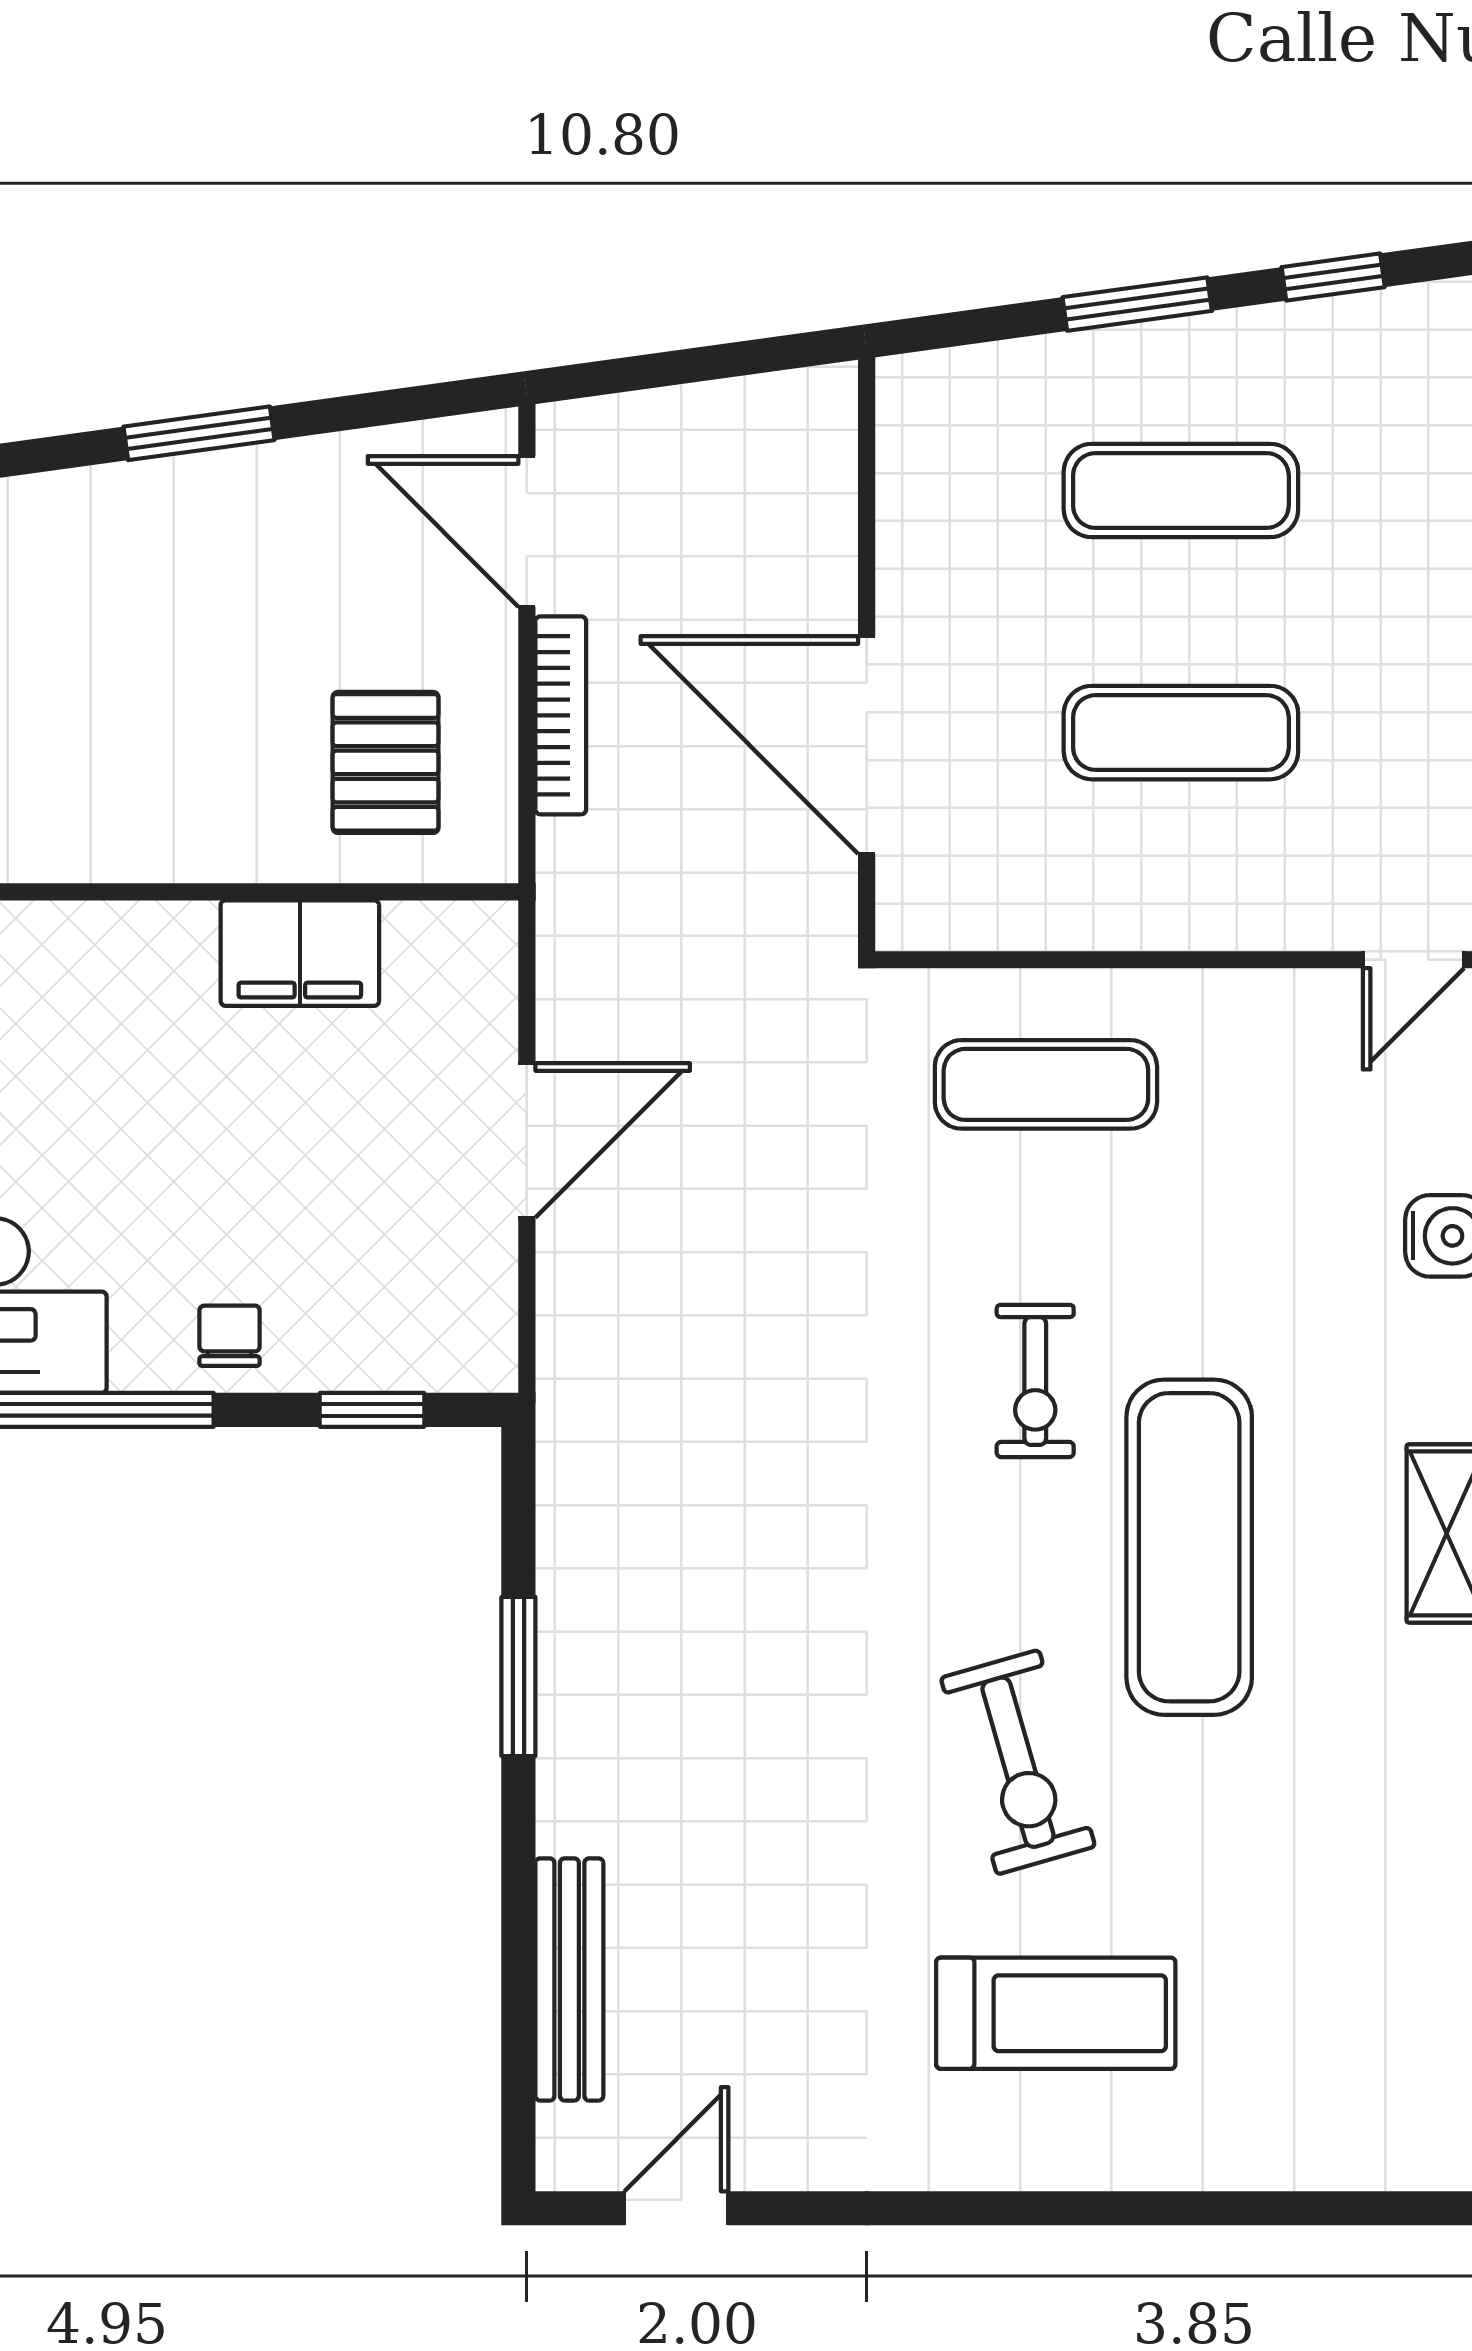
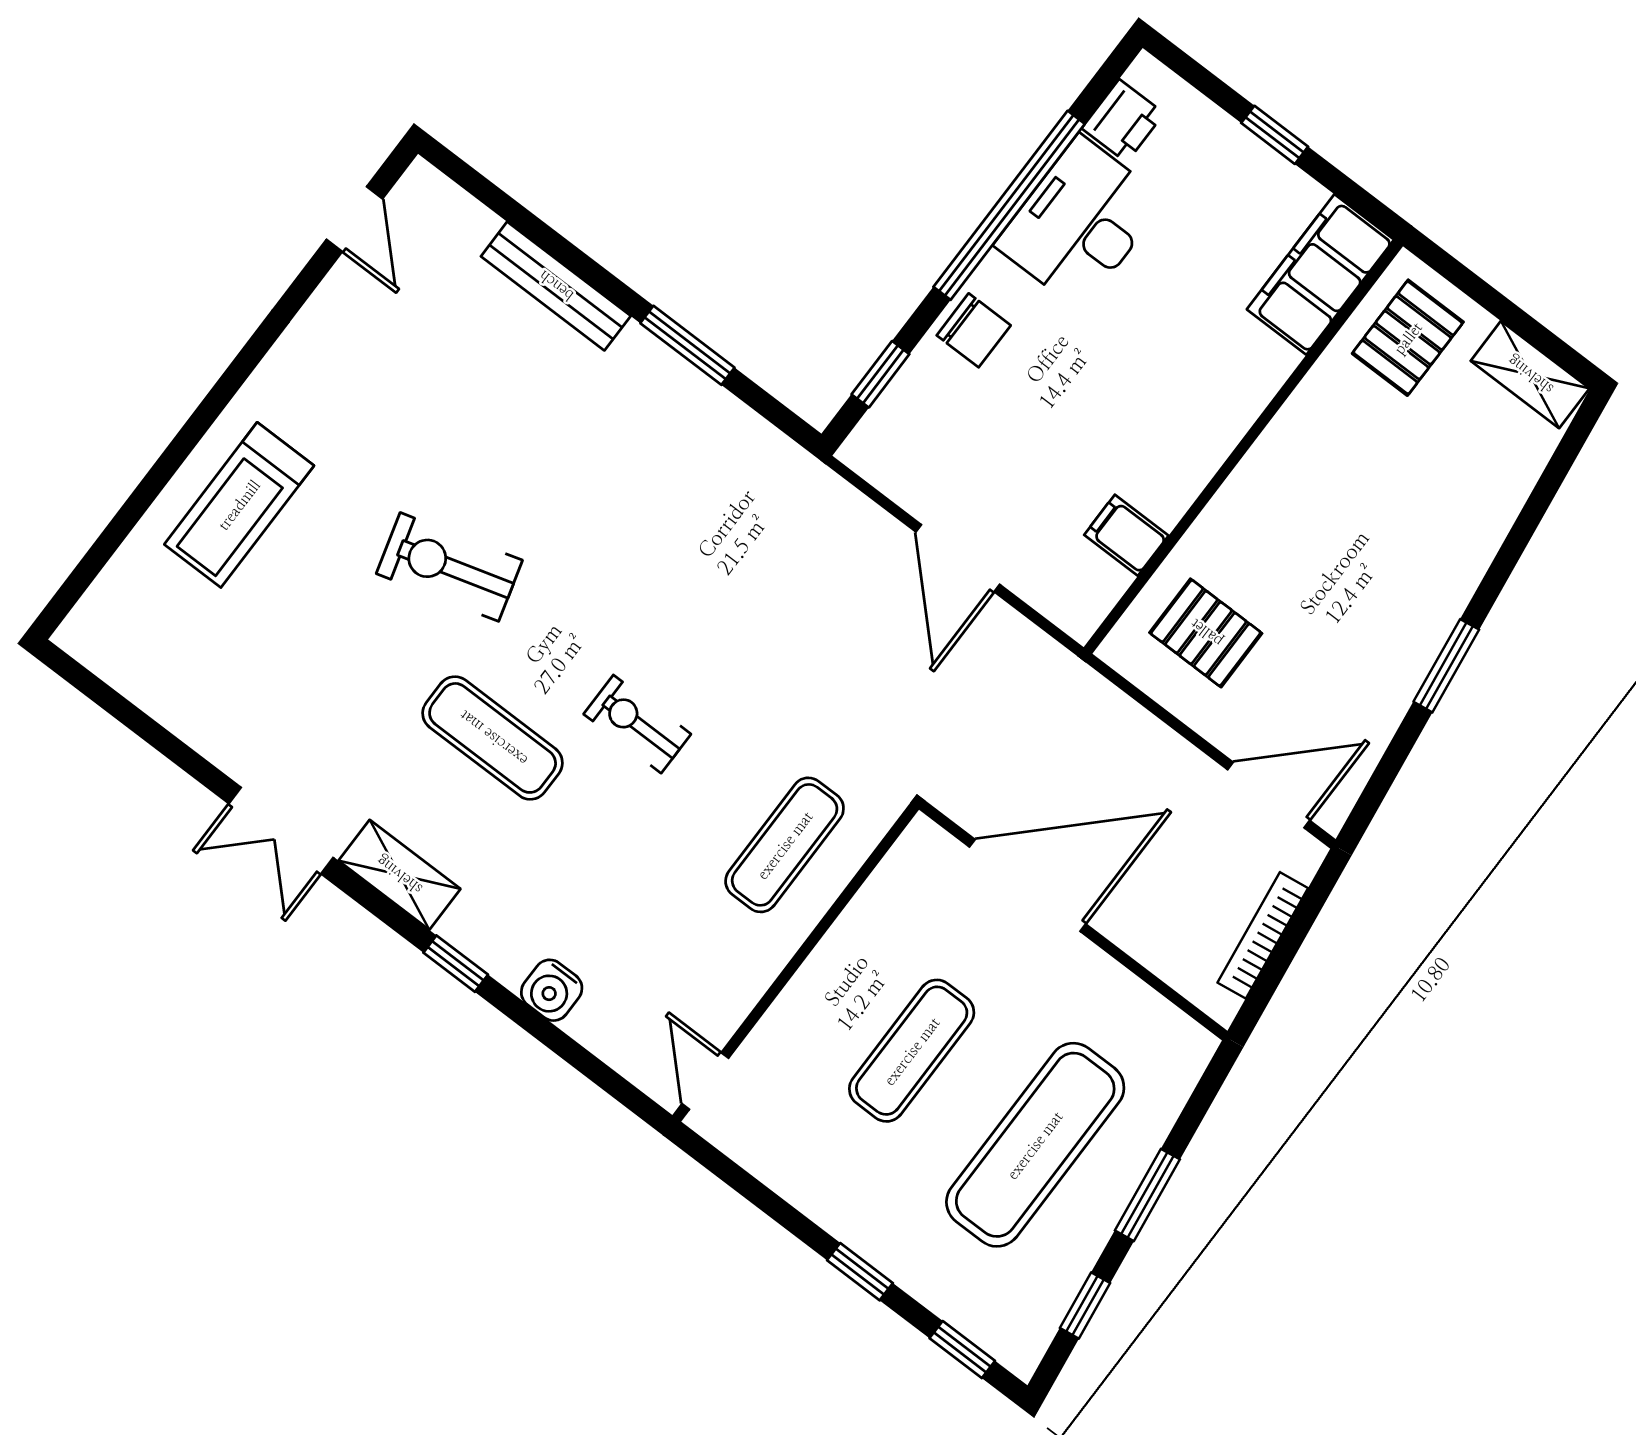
exercise mat: (1181, 491) -> (1035, 1145), width x1.36, depth x1.45
bookcase: (561, 715) -> (1263, 935), moved, turned 82
filing cabinet: (300, 953) -> (1126, 535), width x0.50
chair: (230, 1336) -> (974, 330), width x1.37, depth x1.37
exercise mat: (1189, 1547) -> (493, 738), width x0.73, depth x0.69
bench: (569, 1979) -> (556, 286), moved
treadmill: (1056, 2013) -> (239, 505), moved

